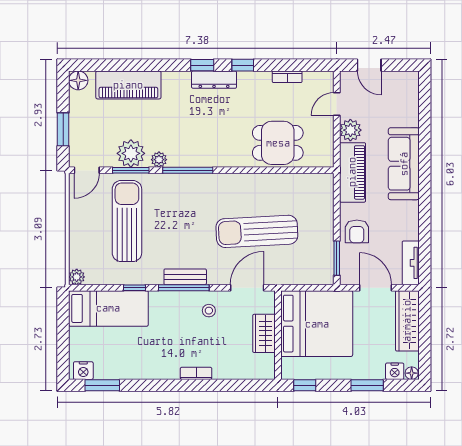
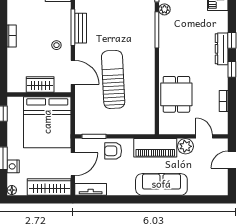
nightstand: (395, 371) -> (13, 166), moved

